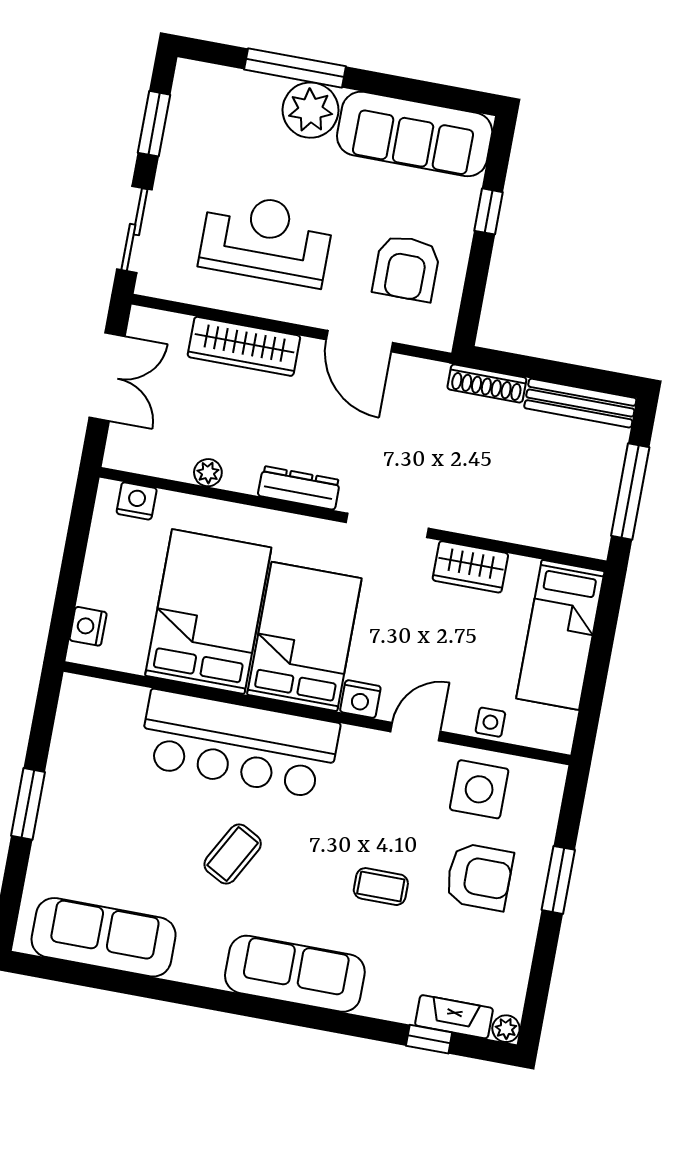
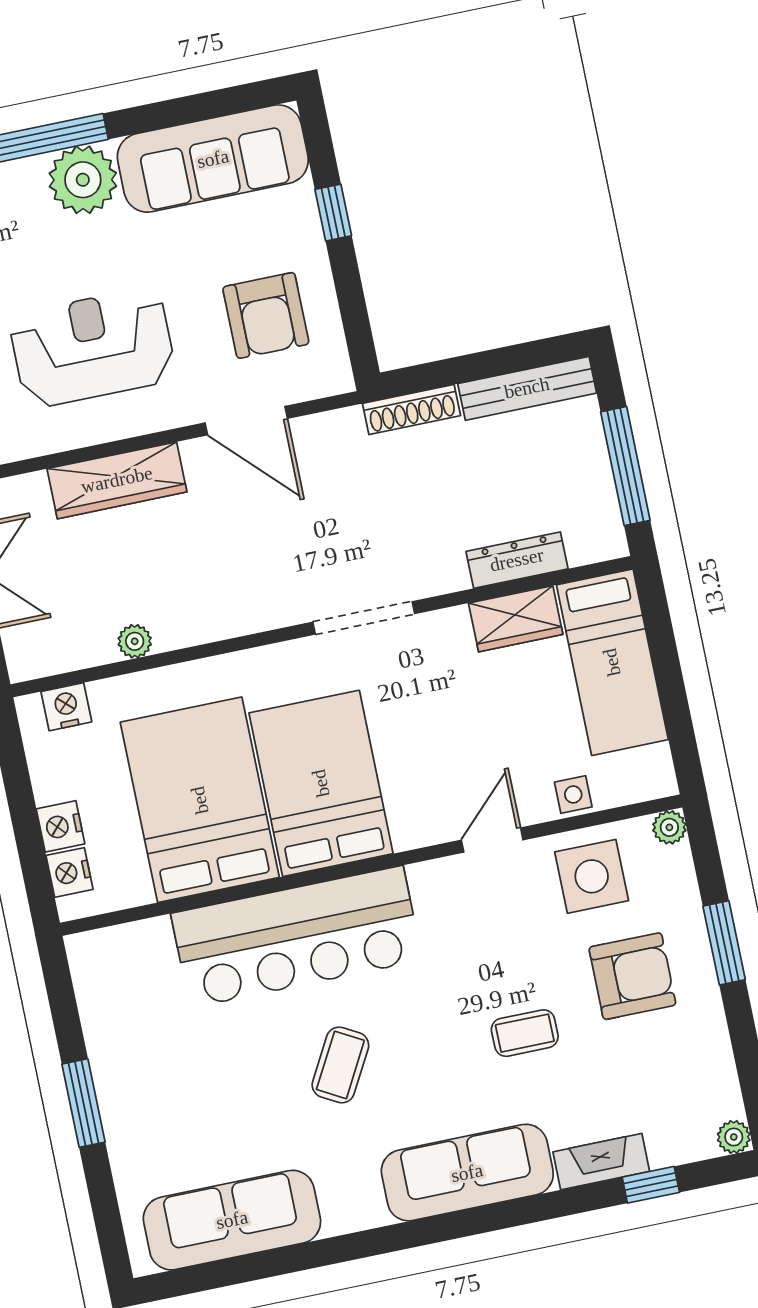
dresser: (299, 488) -> (517, 560), moved
wardrobe: (470, 567) -> (516, 619), moved
nightstand: (360, 699) -> (61, 826), moved, turned 90
plant: (553, 776) -> (669, 827), added
fireplace: (454, 1017) -> (601, 1162), moved

